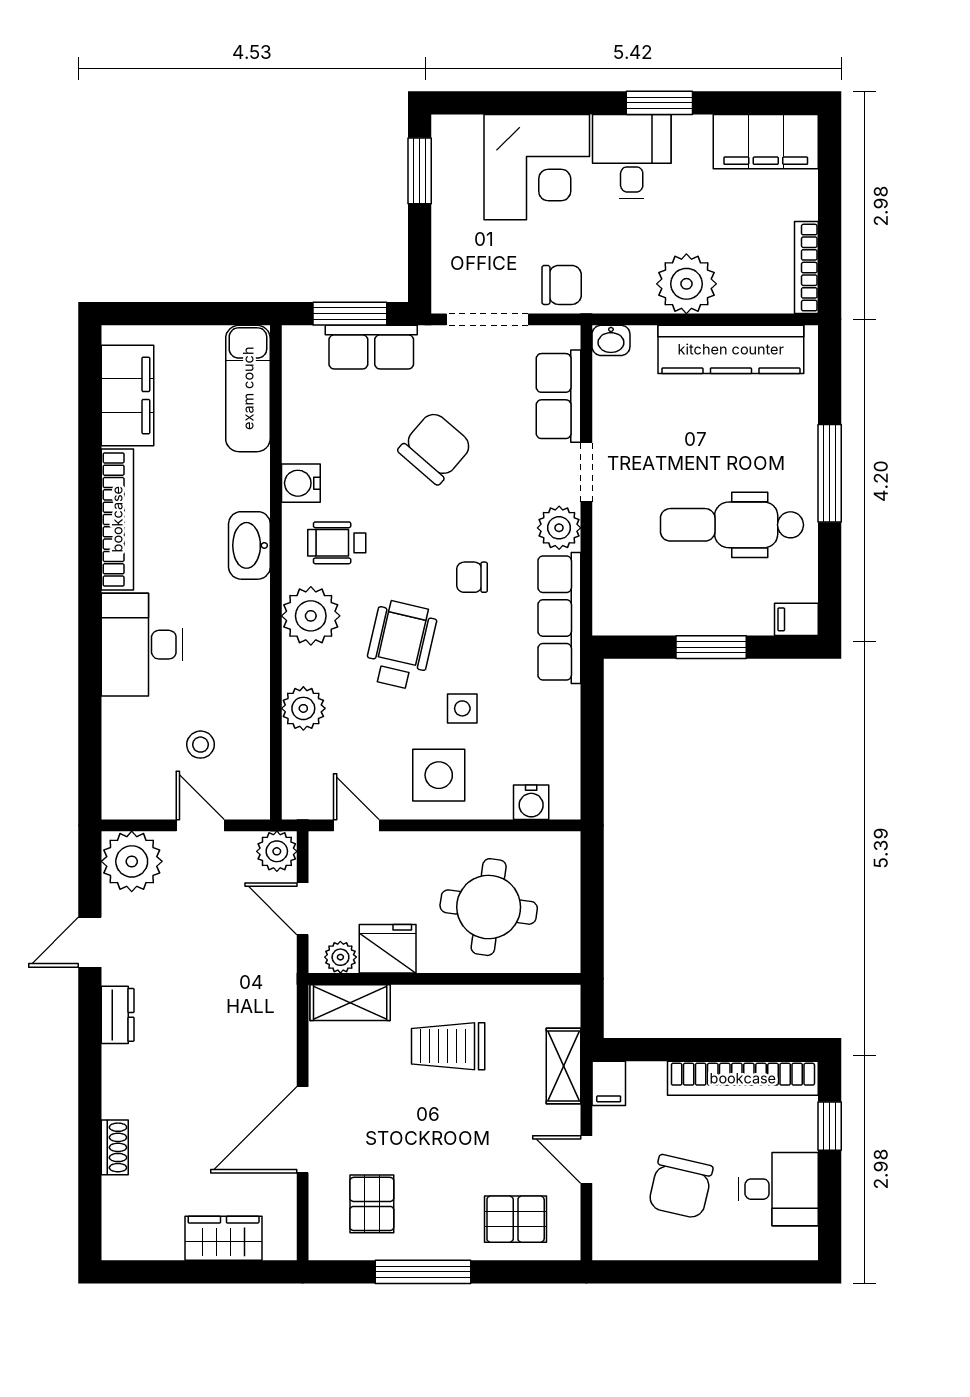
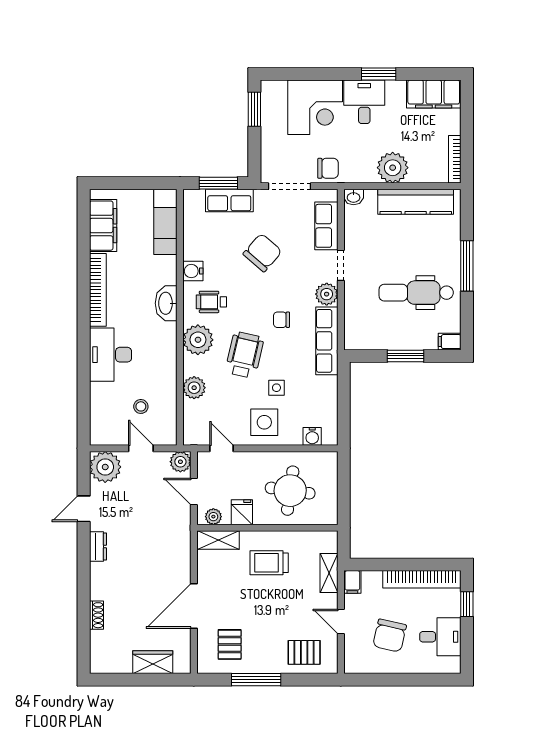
fridge: (388, 949) -> (242, 512), width x0.72

